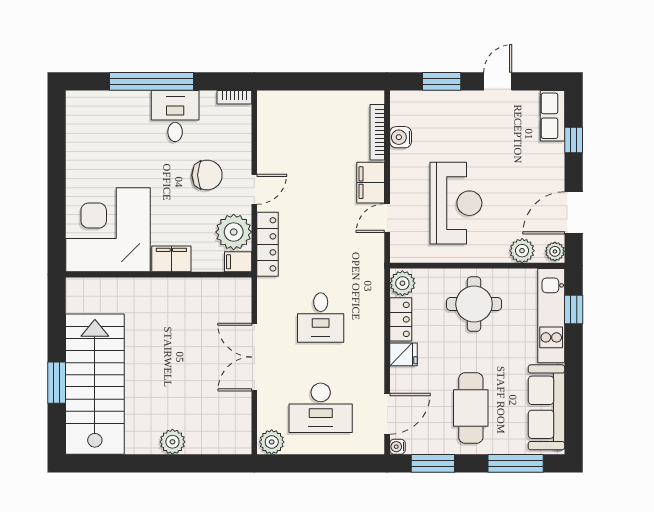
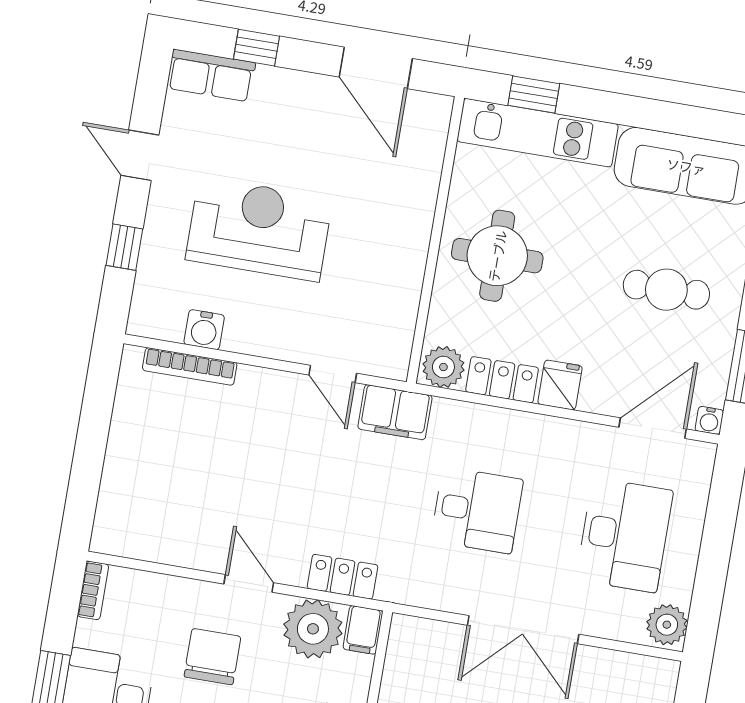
window: (442, 81) -> (124, 247), width x0.67
filing cabinet: (371, 183) -> (395, 412), moved
reception desk: (456, 203) -> (259, 229), moved
locker: (268, 244) -> (343, 577), width x0.66
plant: (522, 251) -> (423, 162), removed
plant: (555, 251) -> (434, 109), removed
cafe table: (471, 408) -> (666, 290), width x0.73, depth x0.74
door: (387, 414) -> (653, 428), hinge flipped

